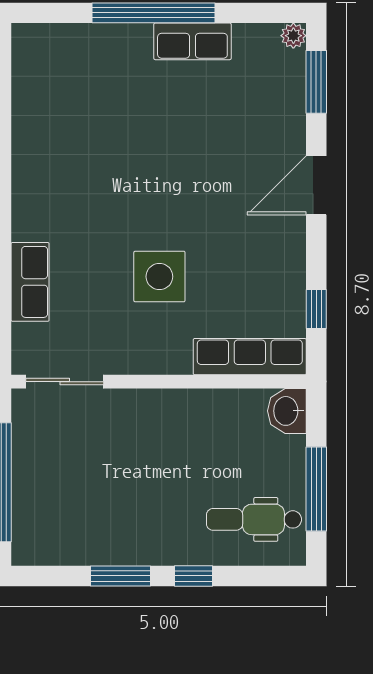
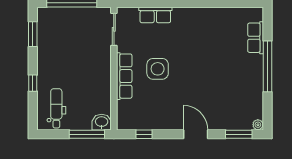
row of seats: (192, 41) -> (256, 38), moved
row of seats: (250, 357) -> (124, 76), moved
window: (316, 489) -> (87, 134), moved
window: (121, 576) -> (33, 34), moved

